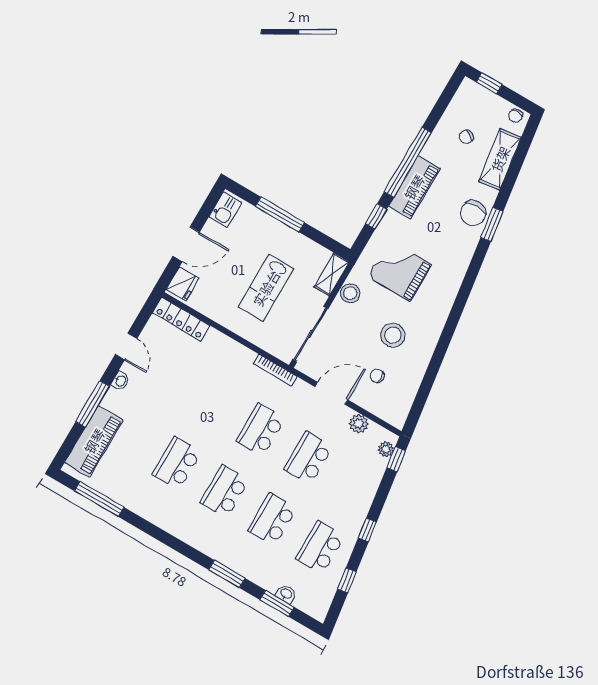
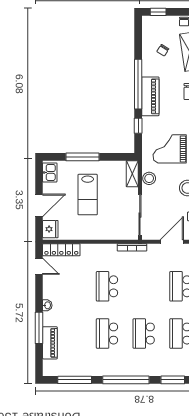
lab bench: (266, 288) -> (88, 195), moved
door: (126, 346) -> (39, 266), moved
school desk: (261, 430) -> (107, 286), moved
piano: (94, 441) -> (50, 343), width x0.73, depth x0.75
window: (166, 538) -> (126, 380), added

